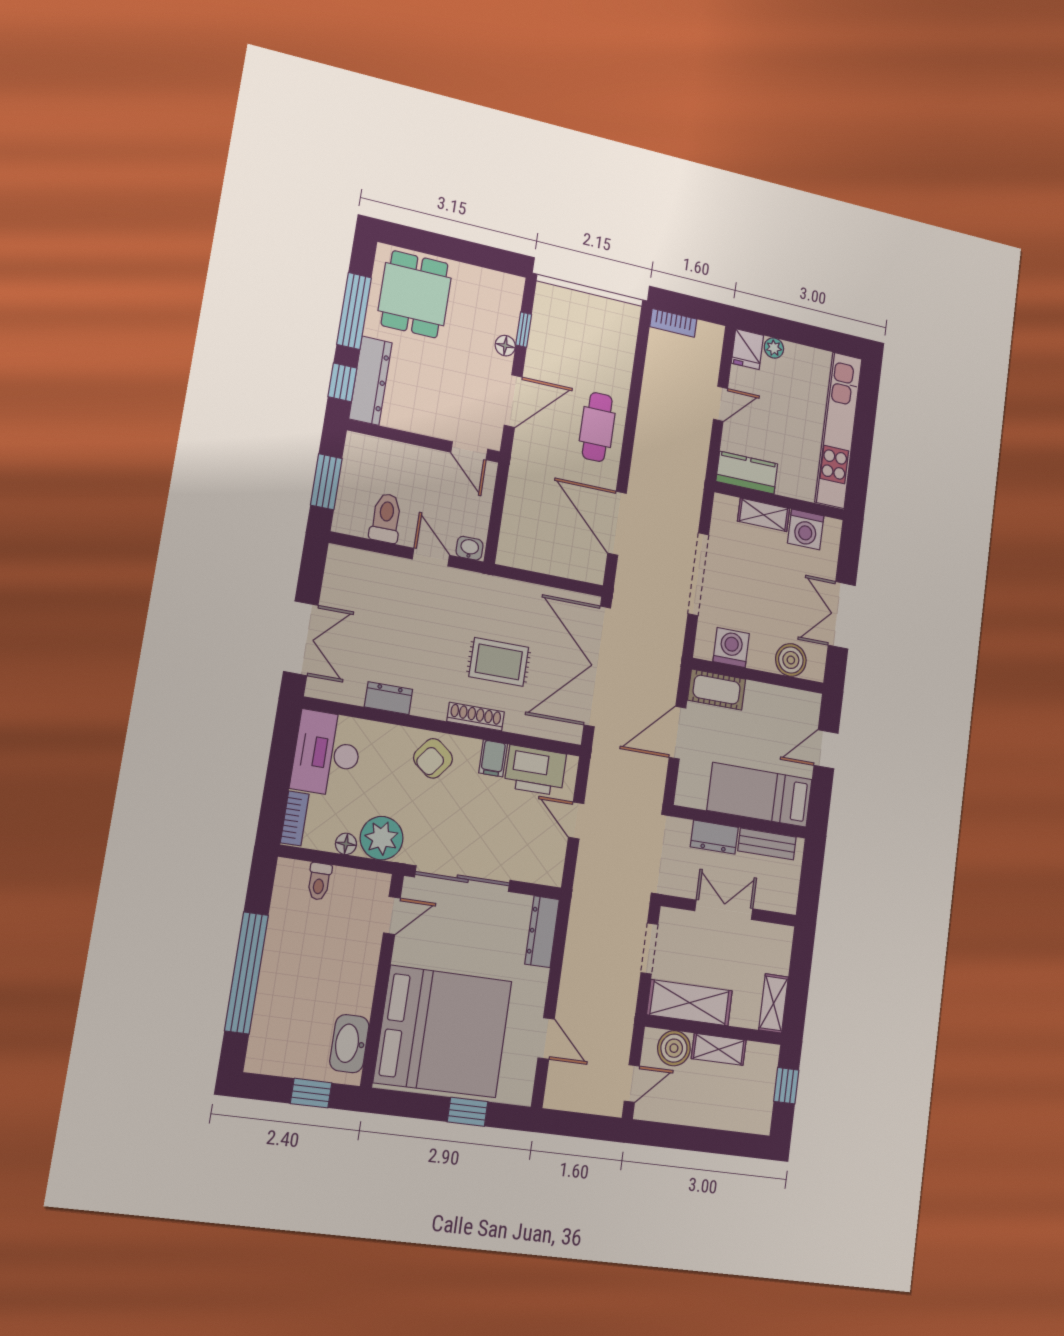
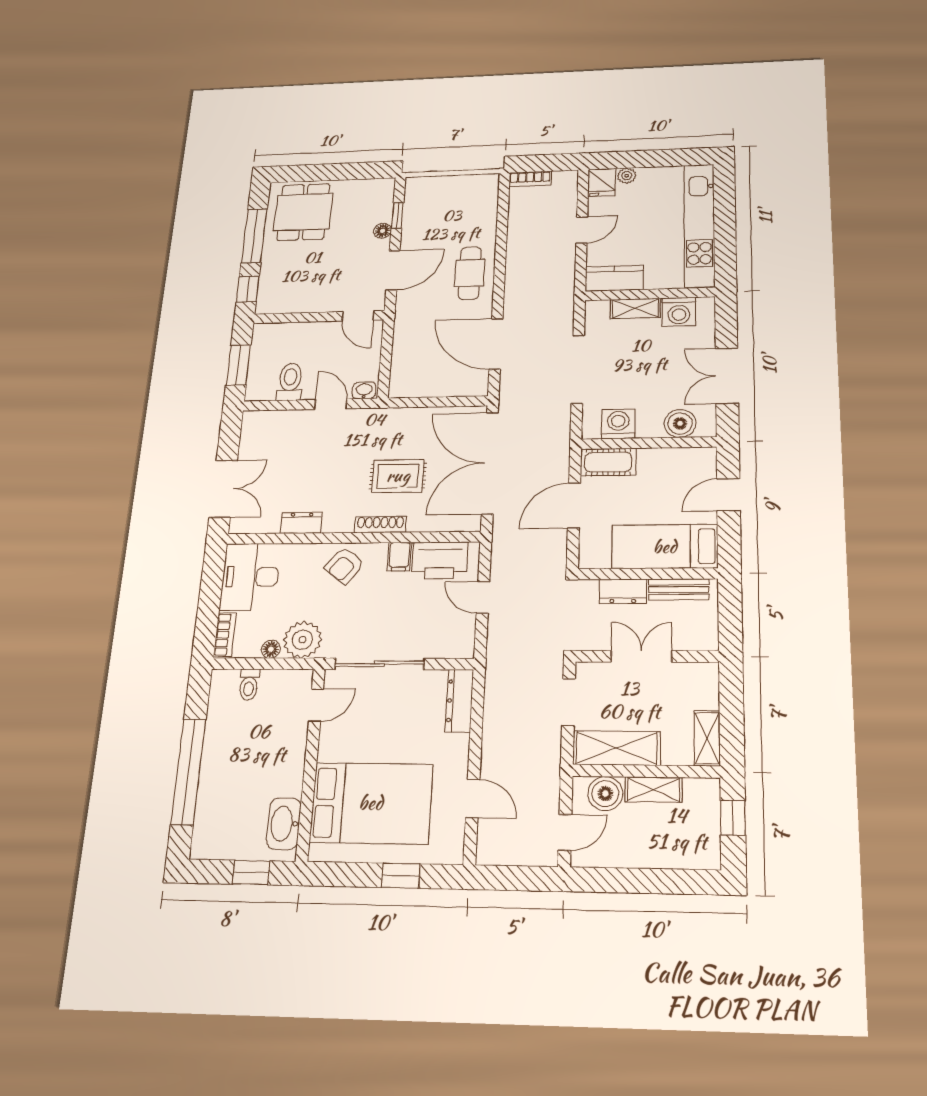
dresser: (370, 381) -> (271, 283), removed
bed: (443, 1032) -> (371, 803), width x0.73

